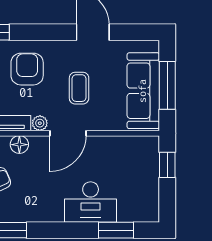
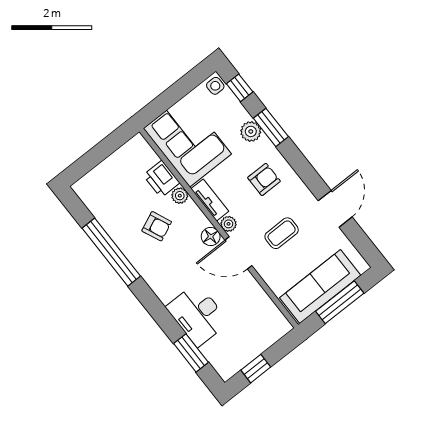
armchair: (27, 69) -> (264, 179), width x0.72, depth x0.72
floor lamp: (19, 145) -> (211, 237), moved
window: (167, 165) -> (256, 369), moved

